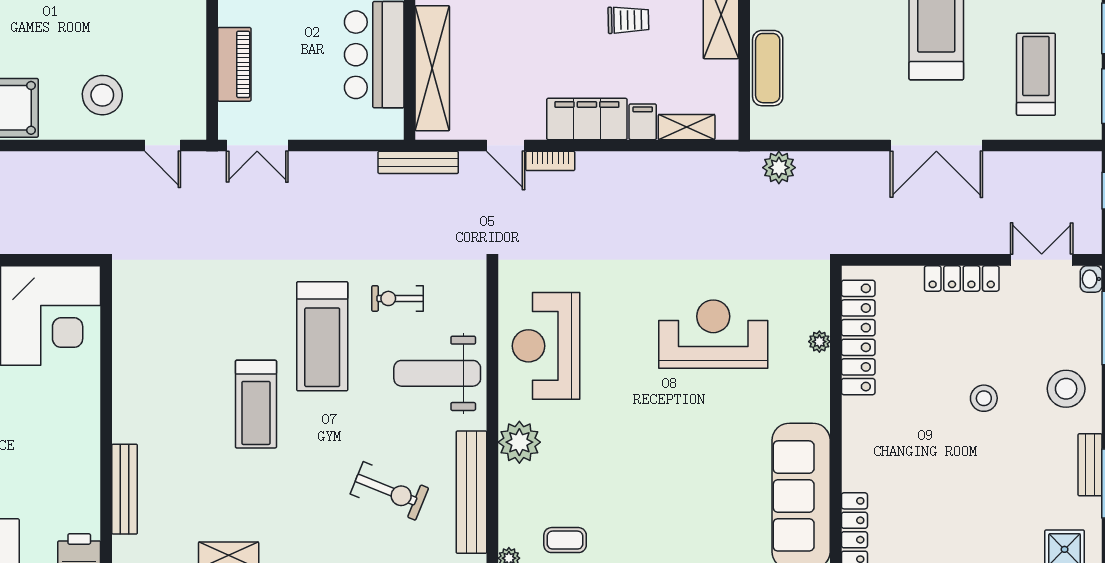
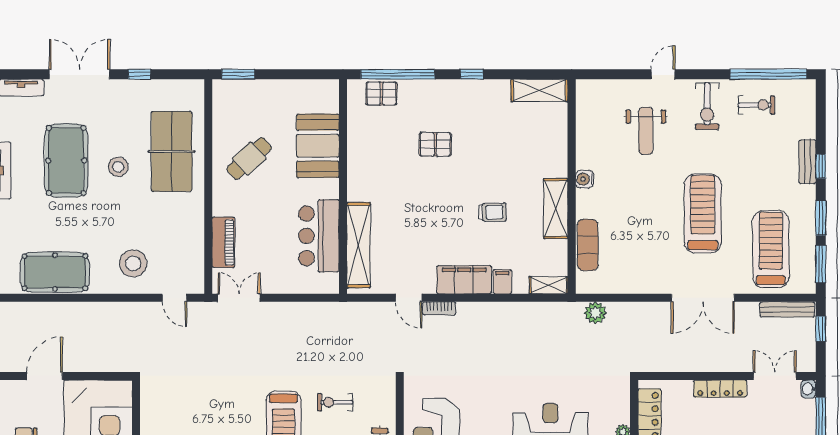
treadmill: (1036, 74) -> (771, 249), width x1.37, depth x1.38
shelving: (687, 127) -> (548, 285), moved
double door: (257, 145) -> (239, 298), swing flipped
bench: (418, 162) -> (787, 309), moved

